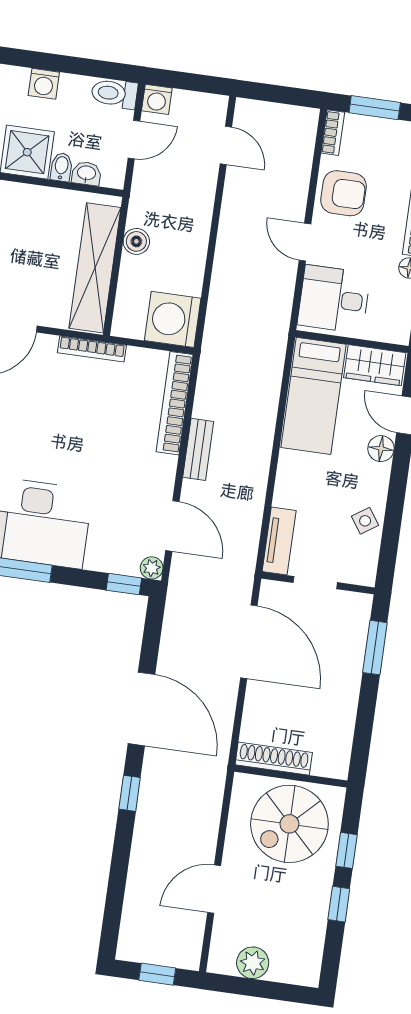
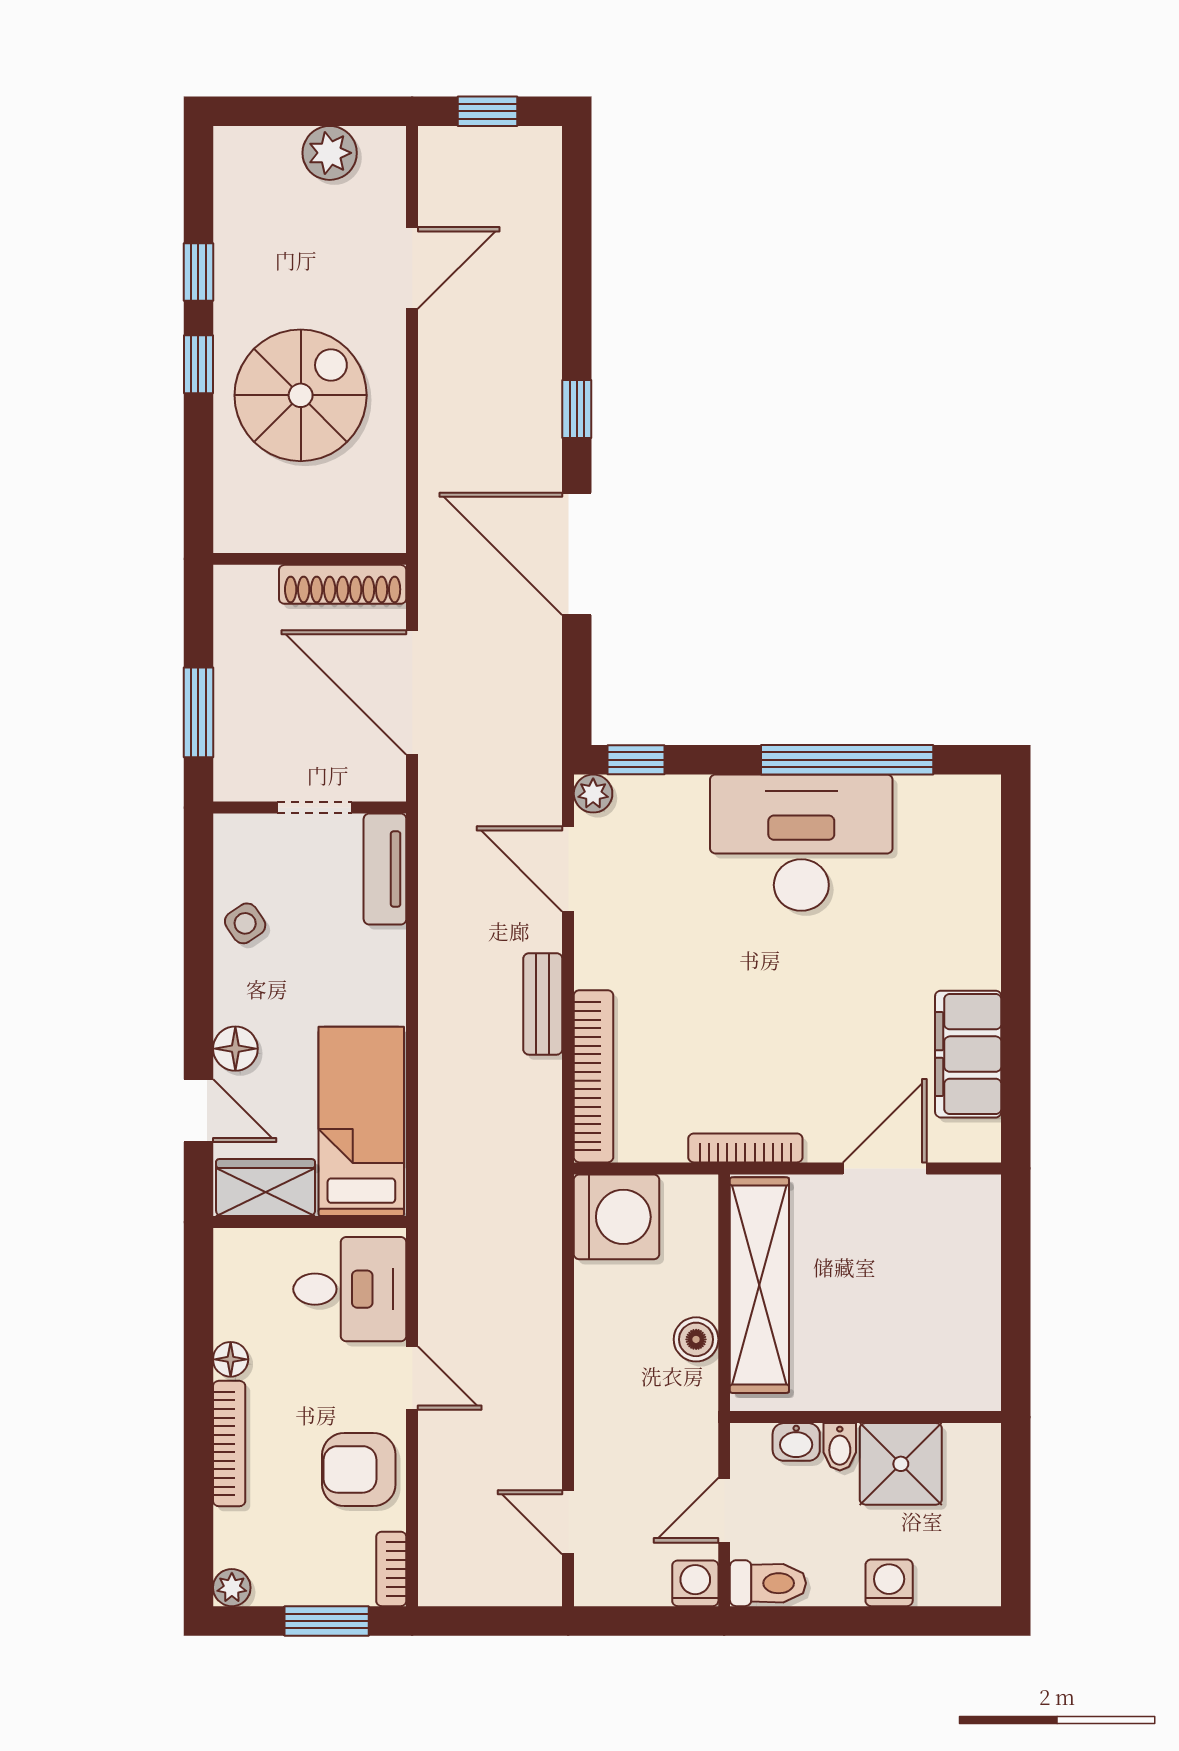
shoe rack: (274, 759) -> (343, 584), moved
wall: (291, 776) -> (310, 559), moved

